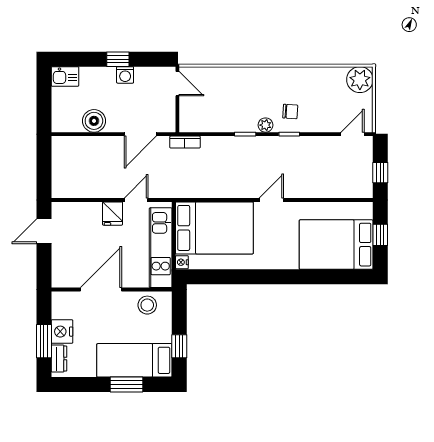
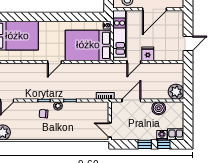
window: (85, 59) -> (164, 144), added
washing machine: (125, 75) -> (162, 135), moved
plant: (64, 149) -> (176, 92), added

